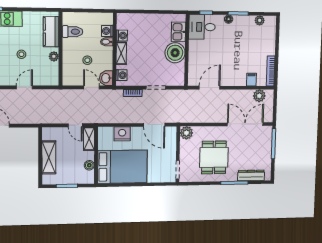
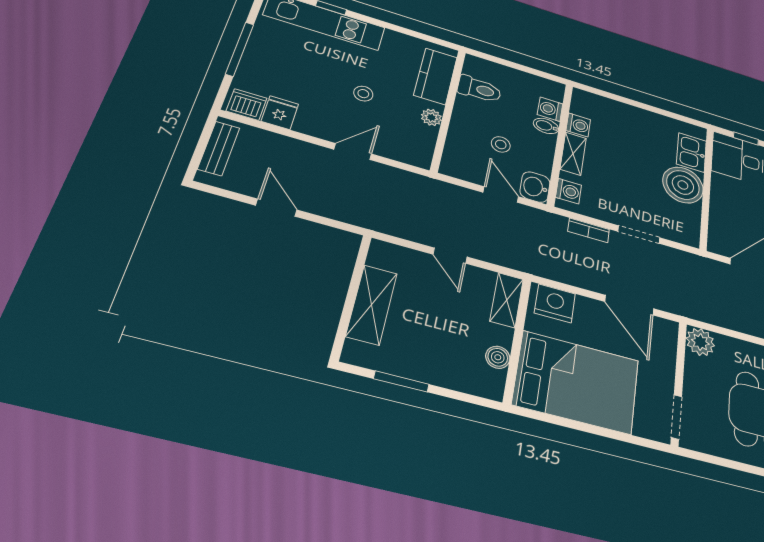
shelving: (89, 139) -> (507, 300), moved
wall: (96, 155) -> (517, 340), moved
boiler: (89, 165) -> (498, 357), moved
bed: (122, 167) -> (577, 382), moved

